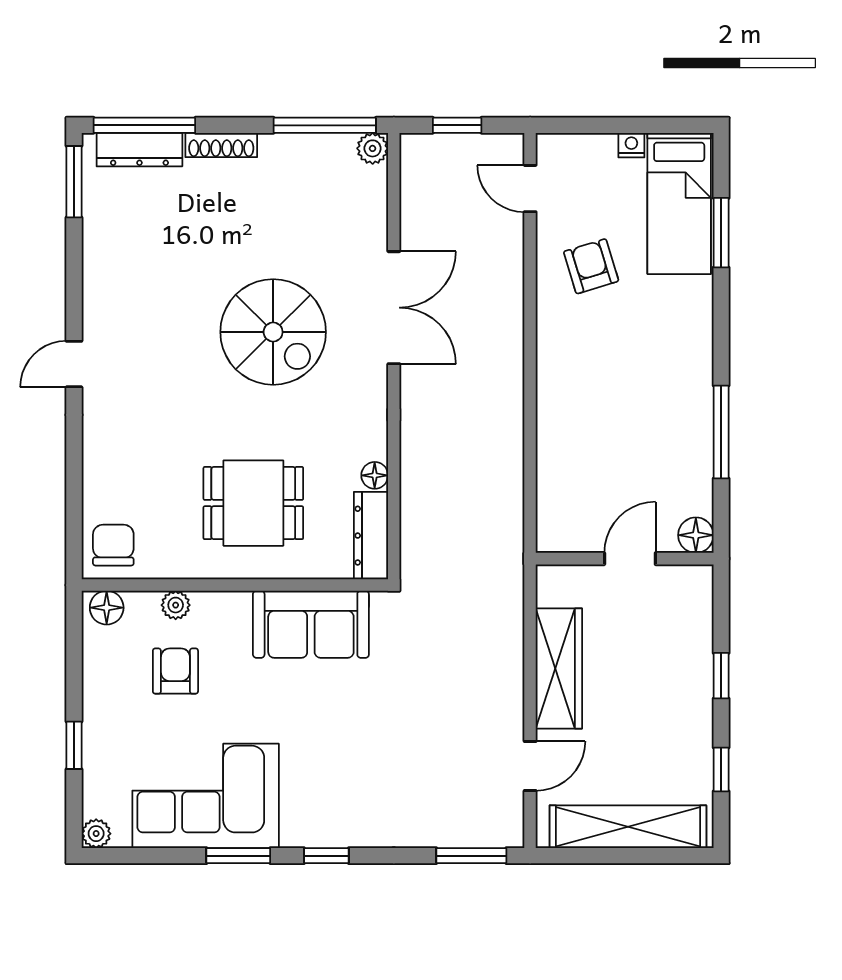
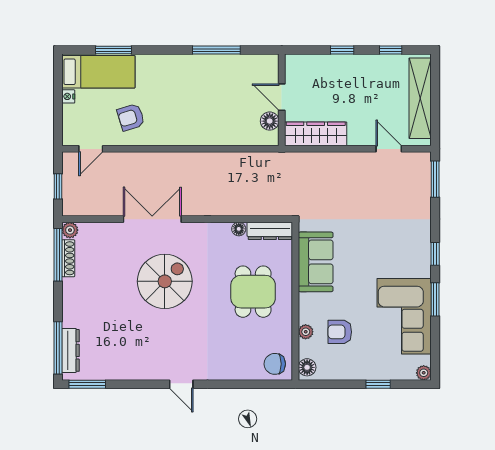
shoe rack: (221, 145) -> (68, 258), moved
floor lamp: (696, 535) -> (270, 121), moved
wardrobe: (559, 668) -> (316, 134), moved

